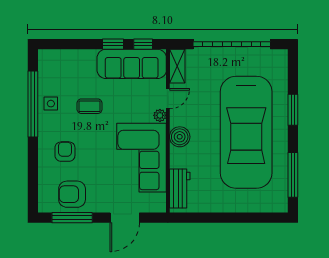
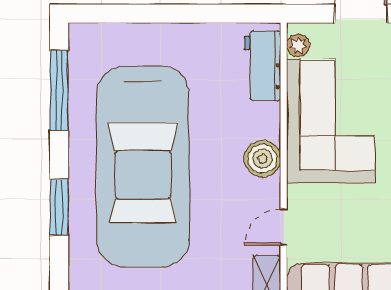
plant: (160, 115) -> (298, 45), moved
car: (246, 132) -> (143, 167), turned 180

